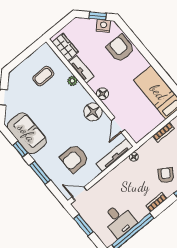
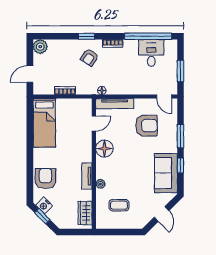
armchair: (120, 48) -> (45, 178), turned 180
tv unit: (81, 69) -> (87, 176), moved
floor lamp: (102, 94) -> (86, 156), removed

